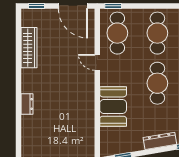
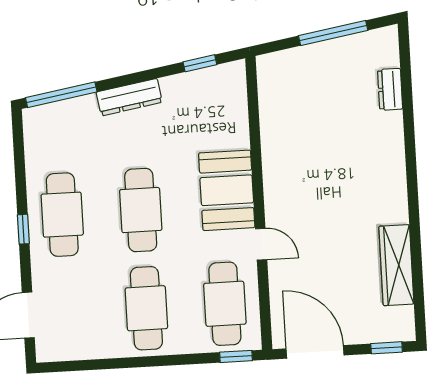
dresser: (27, 104) -> (390, 89), moved
booth: (113, 107) -> (227, 190), moved

